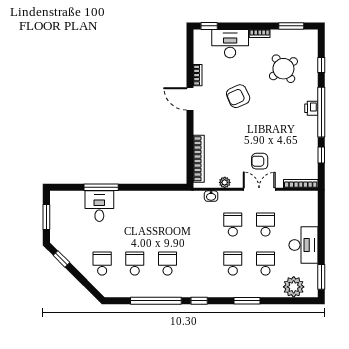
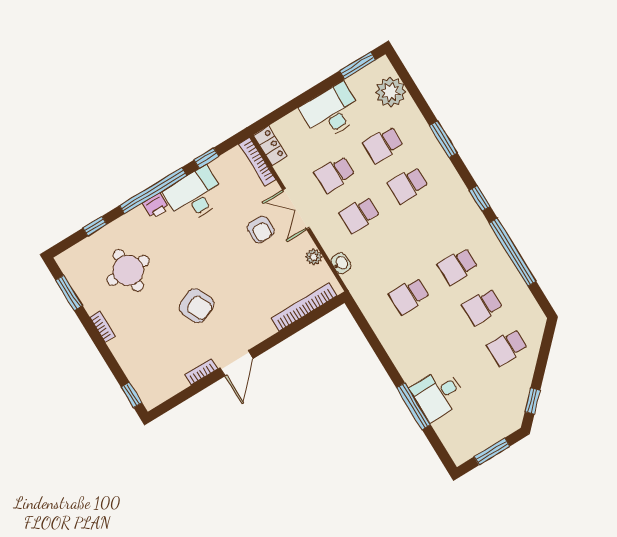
desk: (230, 44) -> (195, 195), moved, turned 90
round table: (283, 69) -> (128, 270), turned 36
locker: (306, 197) -> (270, 146), added
school desk: (167, 224) -> (409, 296), added

